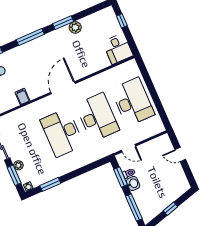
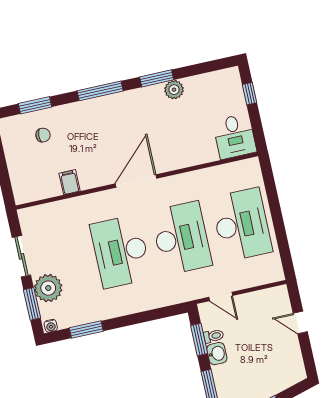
plant: (18, 165) -> (48, 288), width x1.87, depth x1.87

